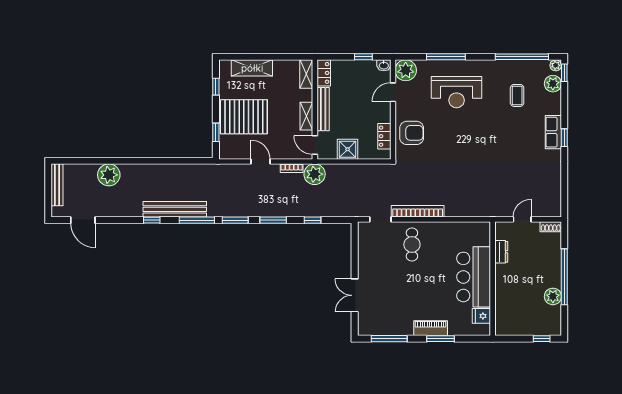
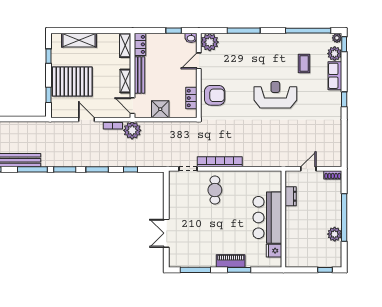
reception desk: (457, 92) -> (275, 95), moved, turned 180
row of seats: (553, 132) -> (335, 76), moved

